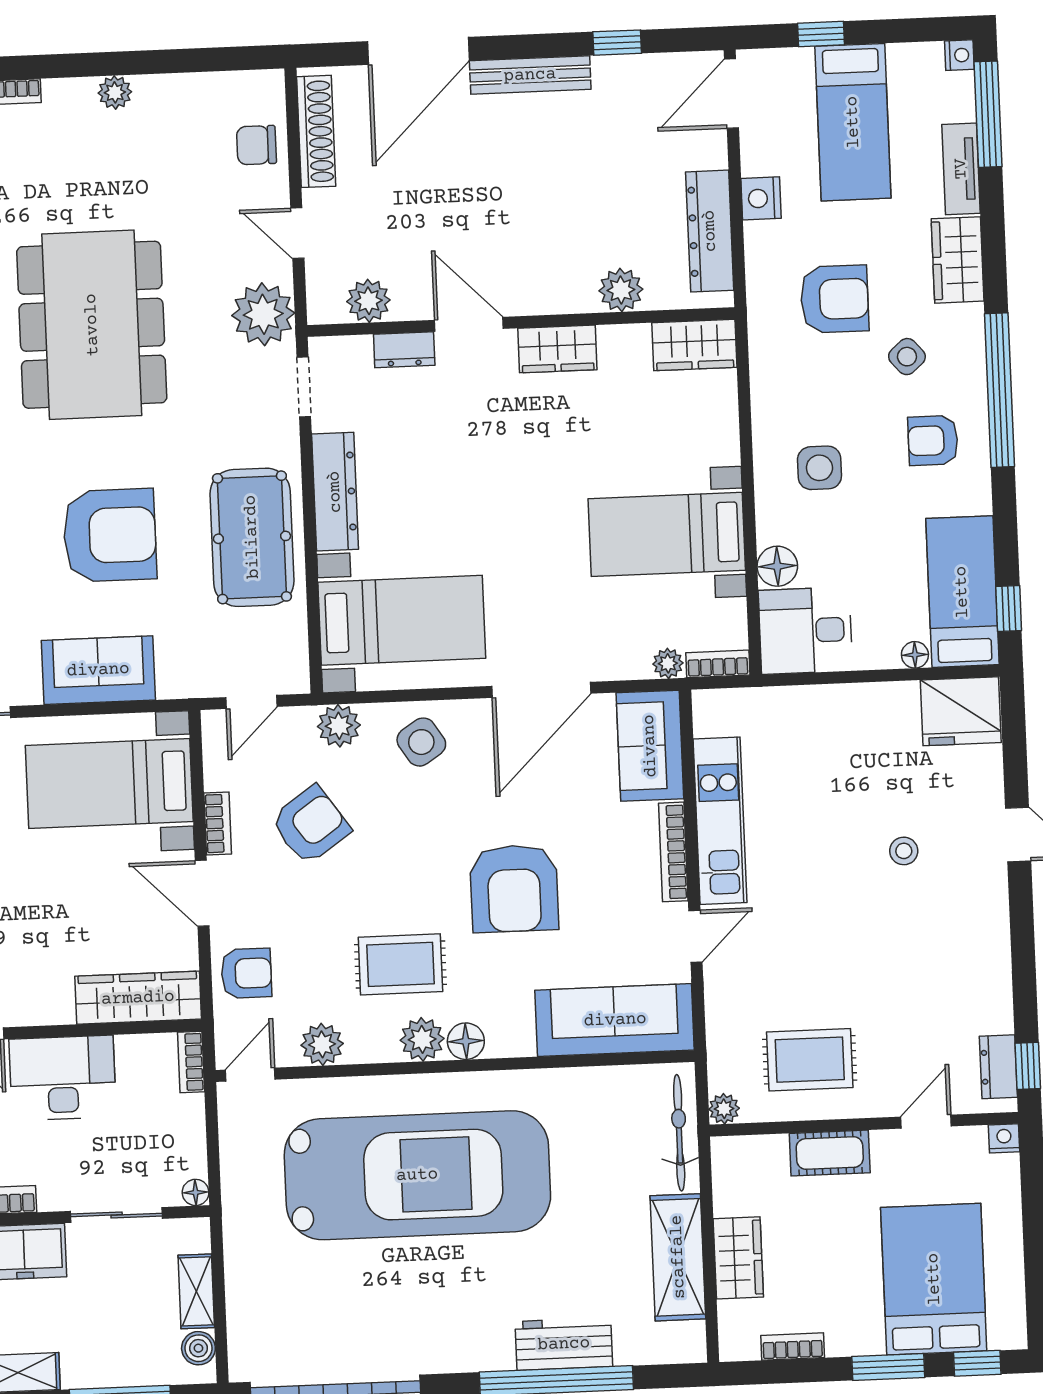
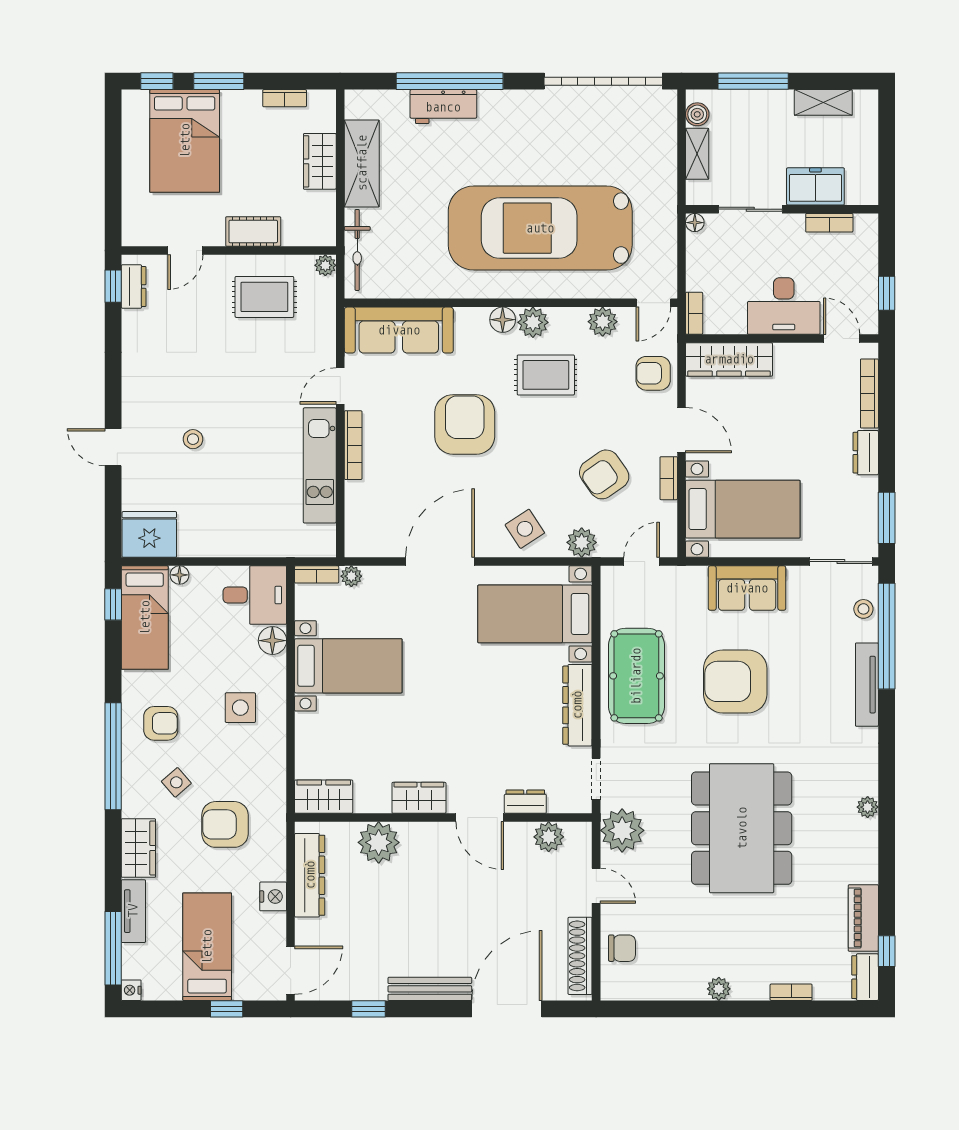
plant: (621, 290) -> (379, 842), width x1.36, depth x1.36
sofa: (650, 746) -> (366, 520), removed
nightstand: (1004, 1138) -> (132, 237), removed

